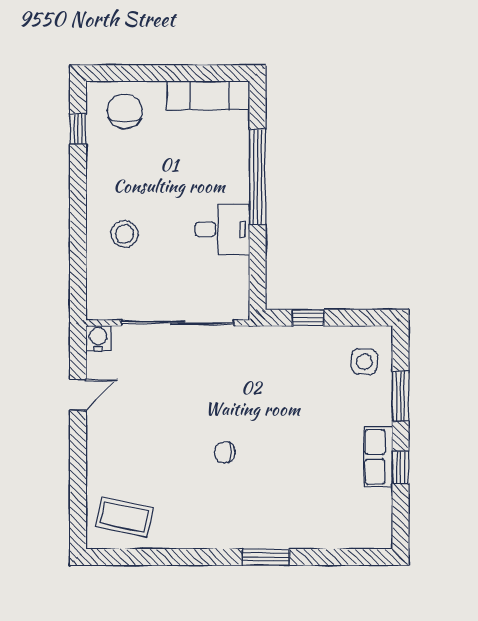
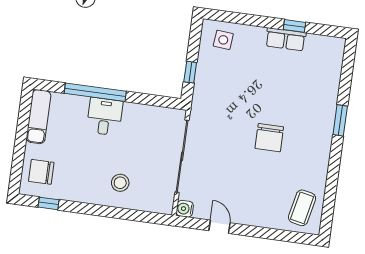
desk: (222, 229) -> (105, 117), moved
window: (401, 396) -> (249, 20), removed
chair: (225, 452) -> (269, 138), width x1.87, depth x1.87

